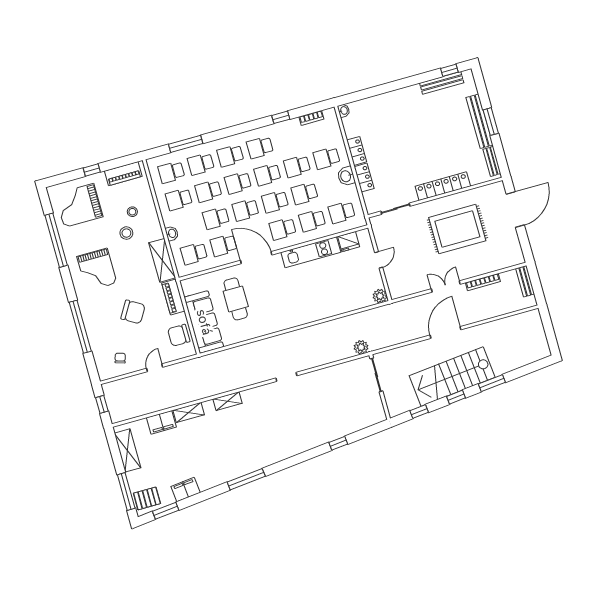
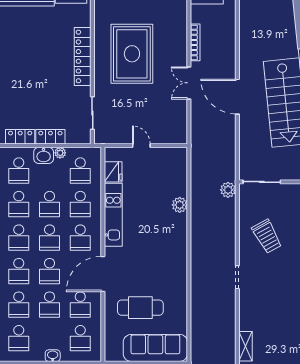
plant: (352, 190) -> (60, 153), added
plant: (380, 296) -> (180, 205), moved
trolley: (330, 393) -> (267, 236), added

